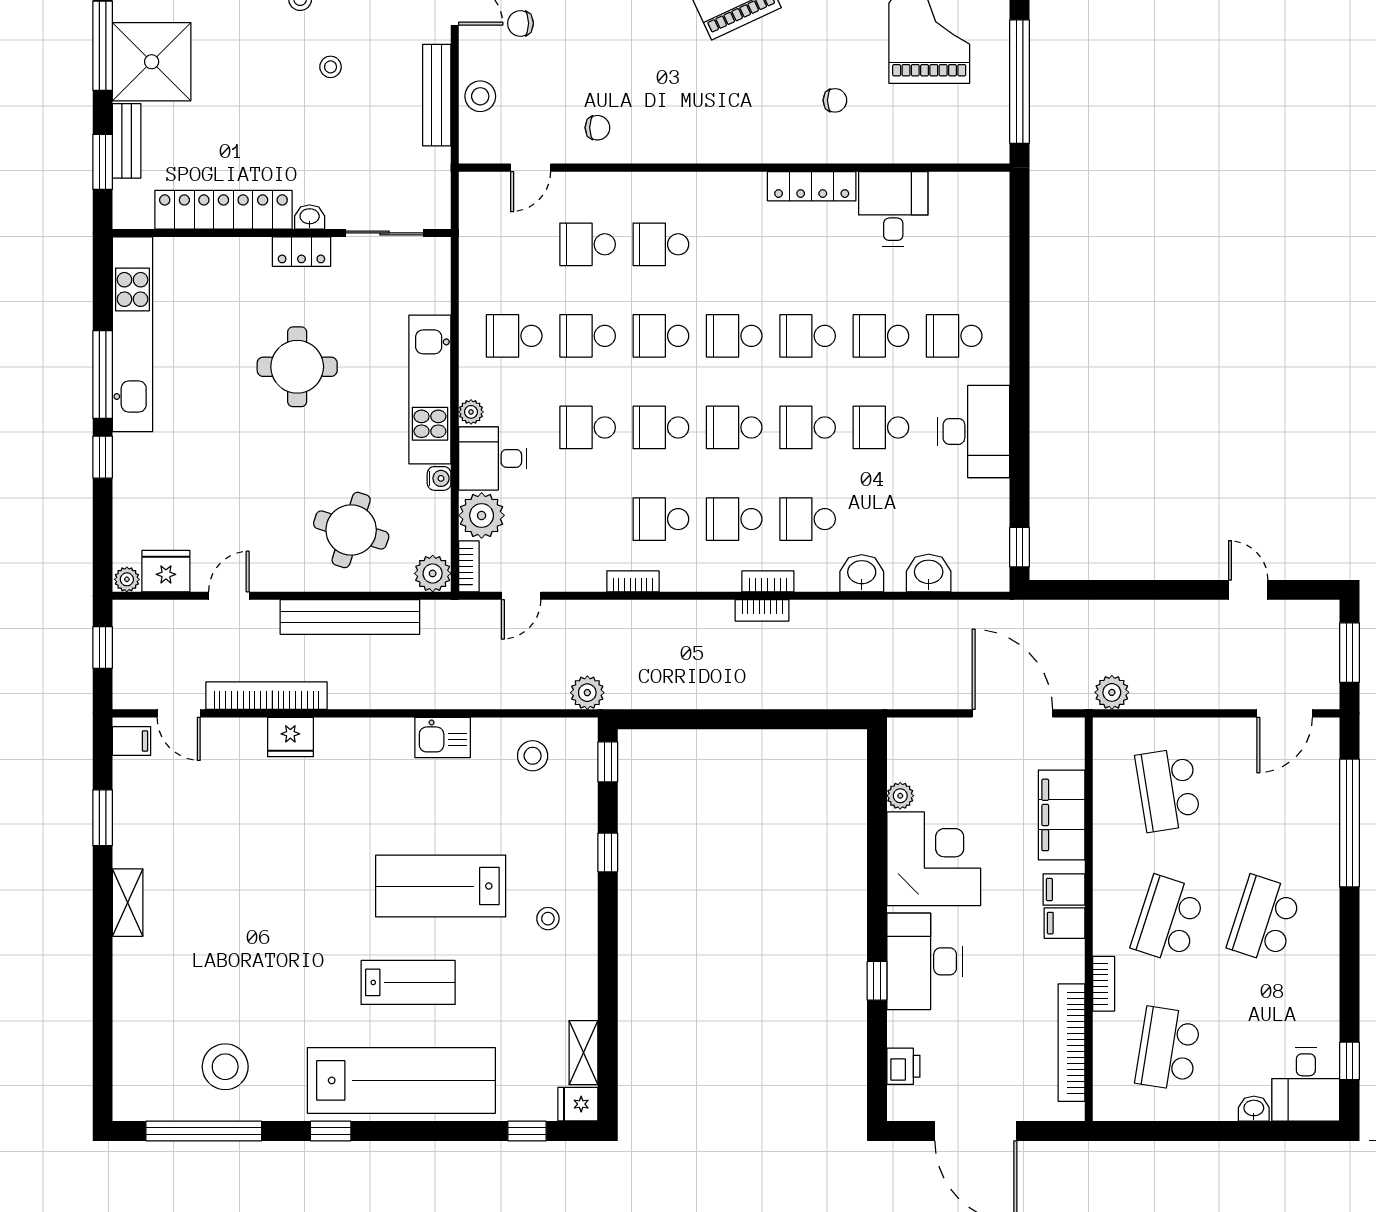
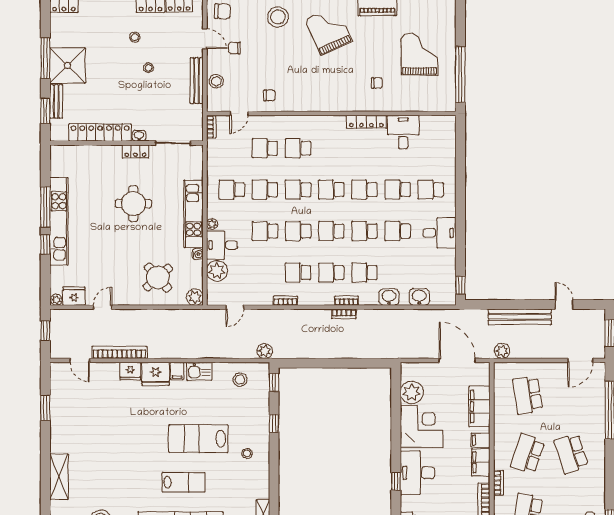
kitchen unit: (132, 334) -> (59, 221), moved
desk: (973, 431) -> (440, 233), width x0.73
round table: (351, 530) -> (158, 277), turned 30
bookcase: (469, 566) -> (211, 127), moved
bench: (350, 617) -> (520, 317), moved
filing cabinet: (132, 741) -> (177, 371), moved, turned 90
fridge: (346, 743) -> (156, 374), added
plant: (900, 796) -> (412, 392), width x1.88, depth x1.88
shelving: (128, 903) -> (59, 477), moved, width x1.50, depth x1.33
school desk: (1264, 919) -> (571, 454), turned -36
filing cabinet: (1065, 923) -> (481, 462), width x2.00

